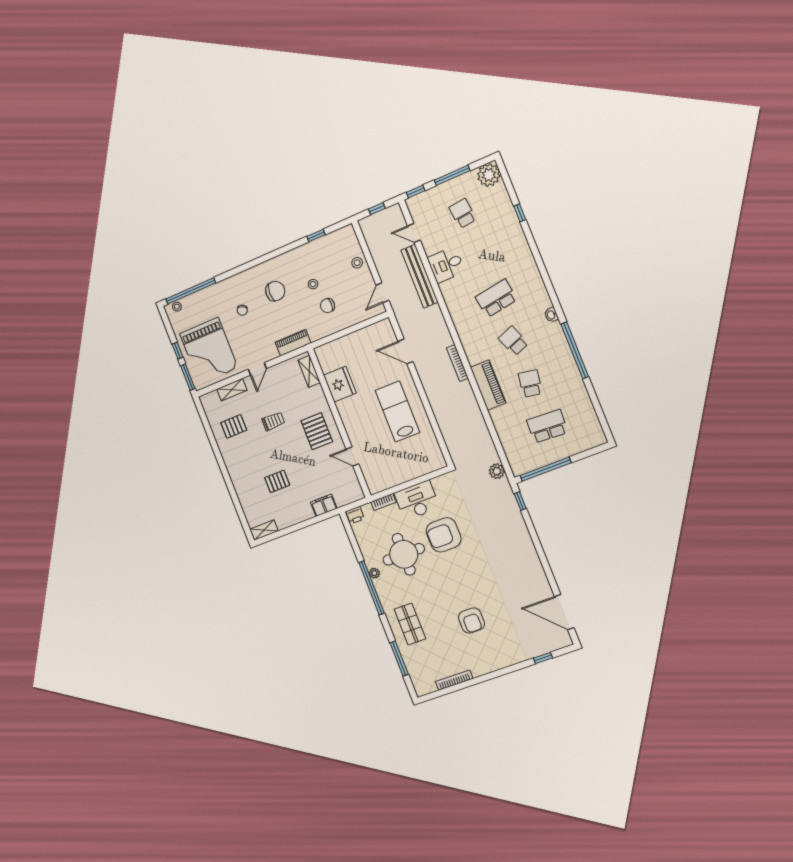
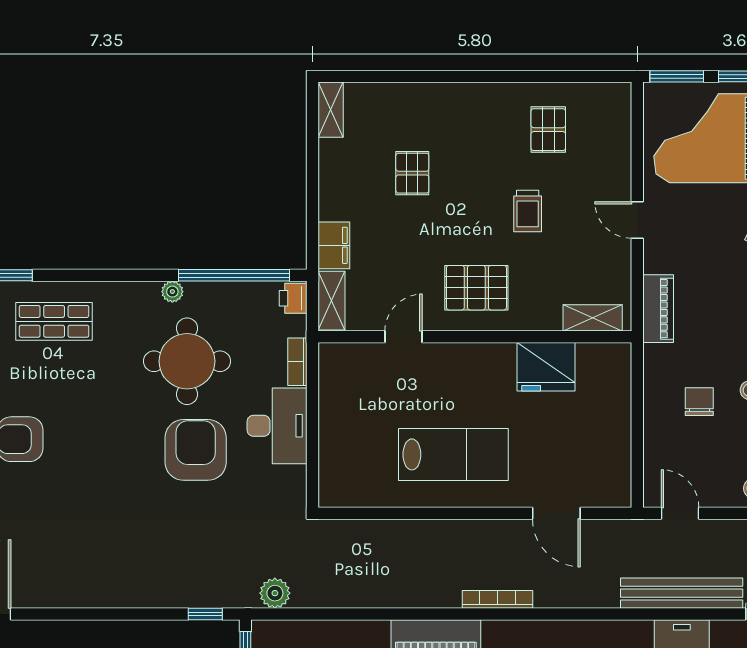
door: (406, 351) -> (556, 513), swing flipped
shelving: (232, 390) -> (331, 301), moved
window: (372, 588) -> (234, 275), moved

